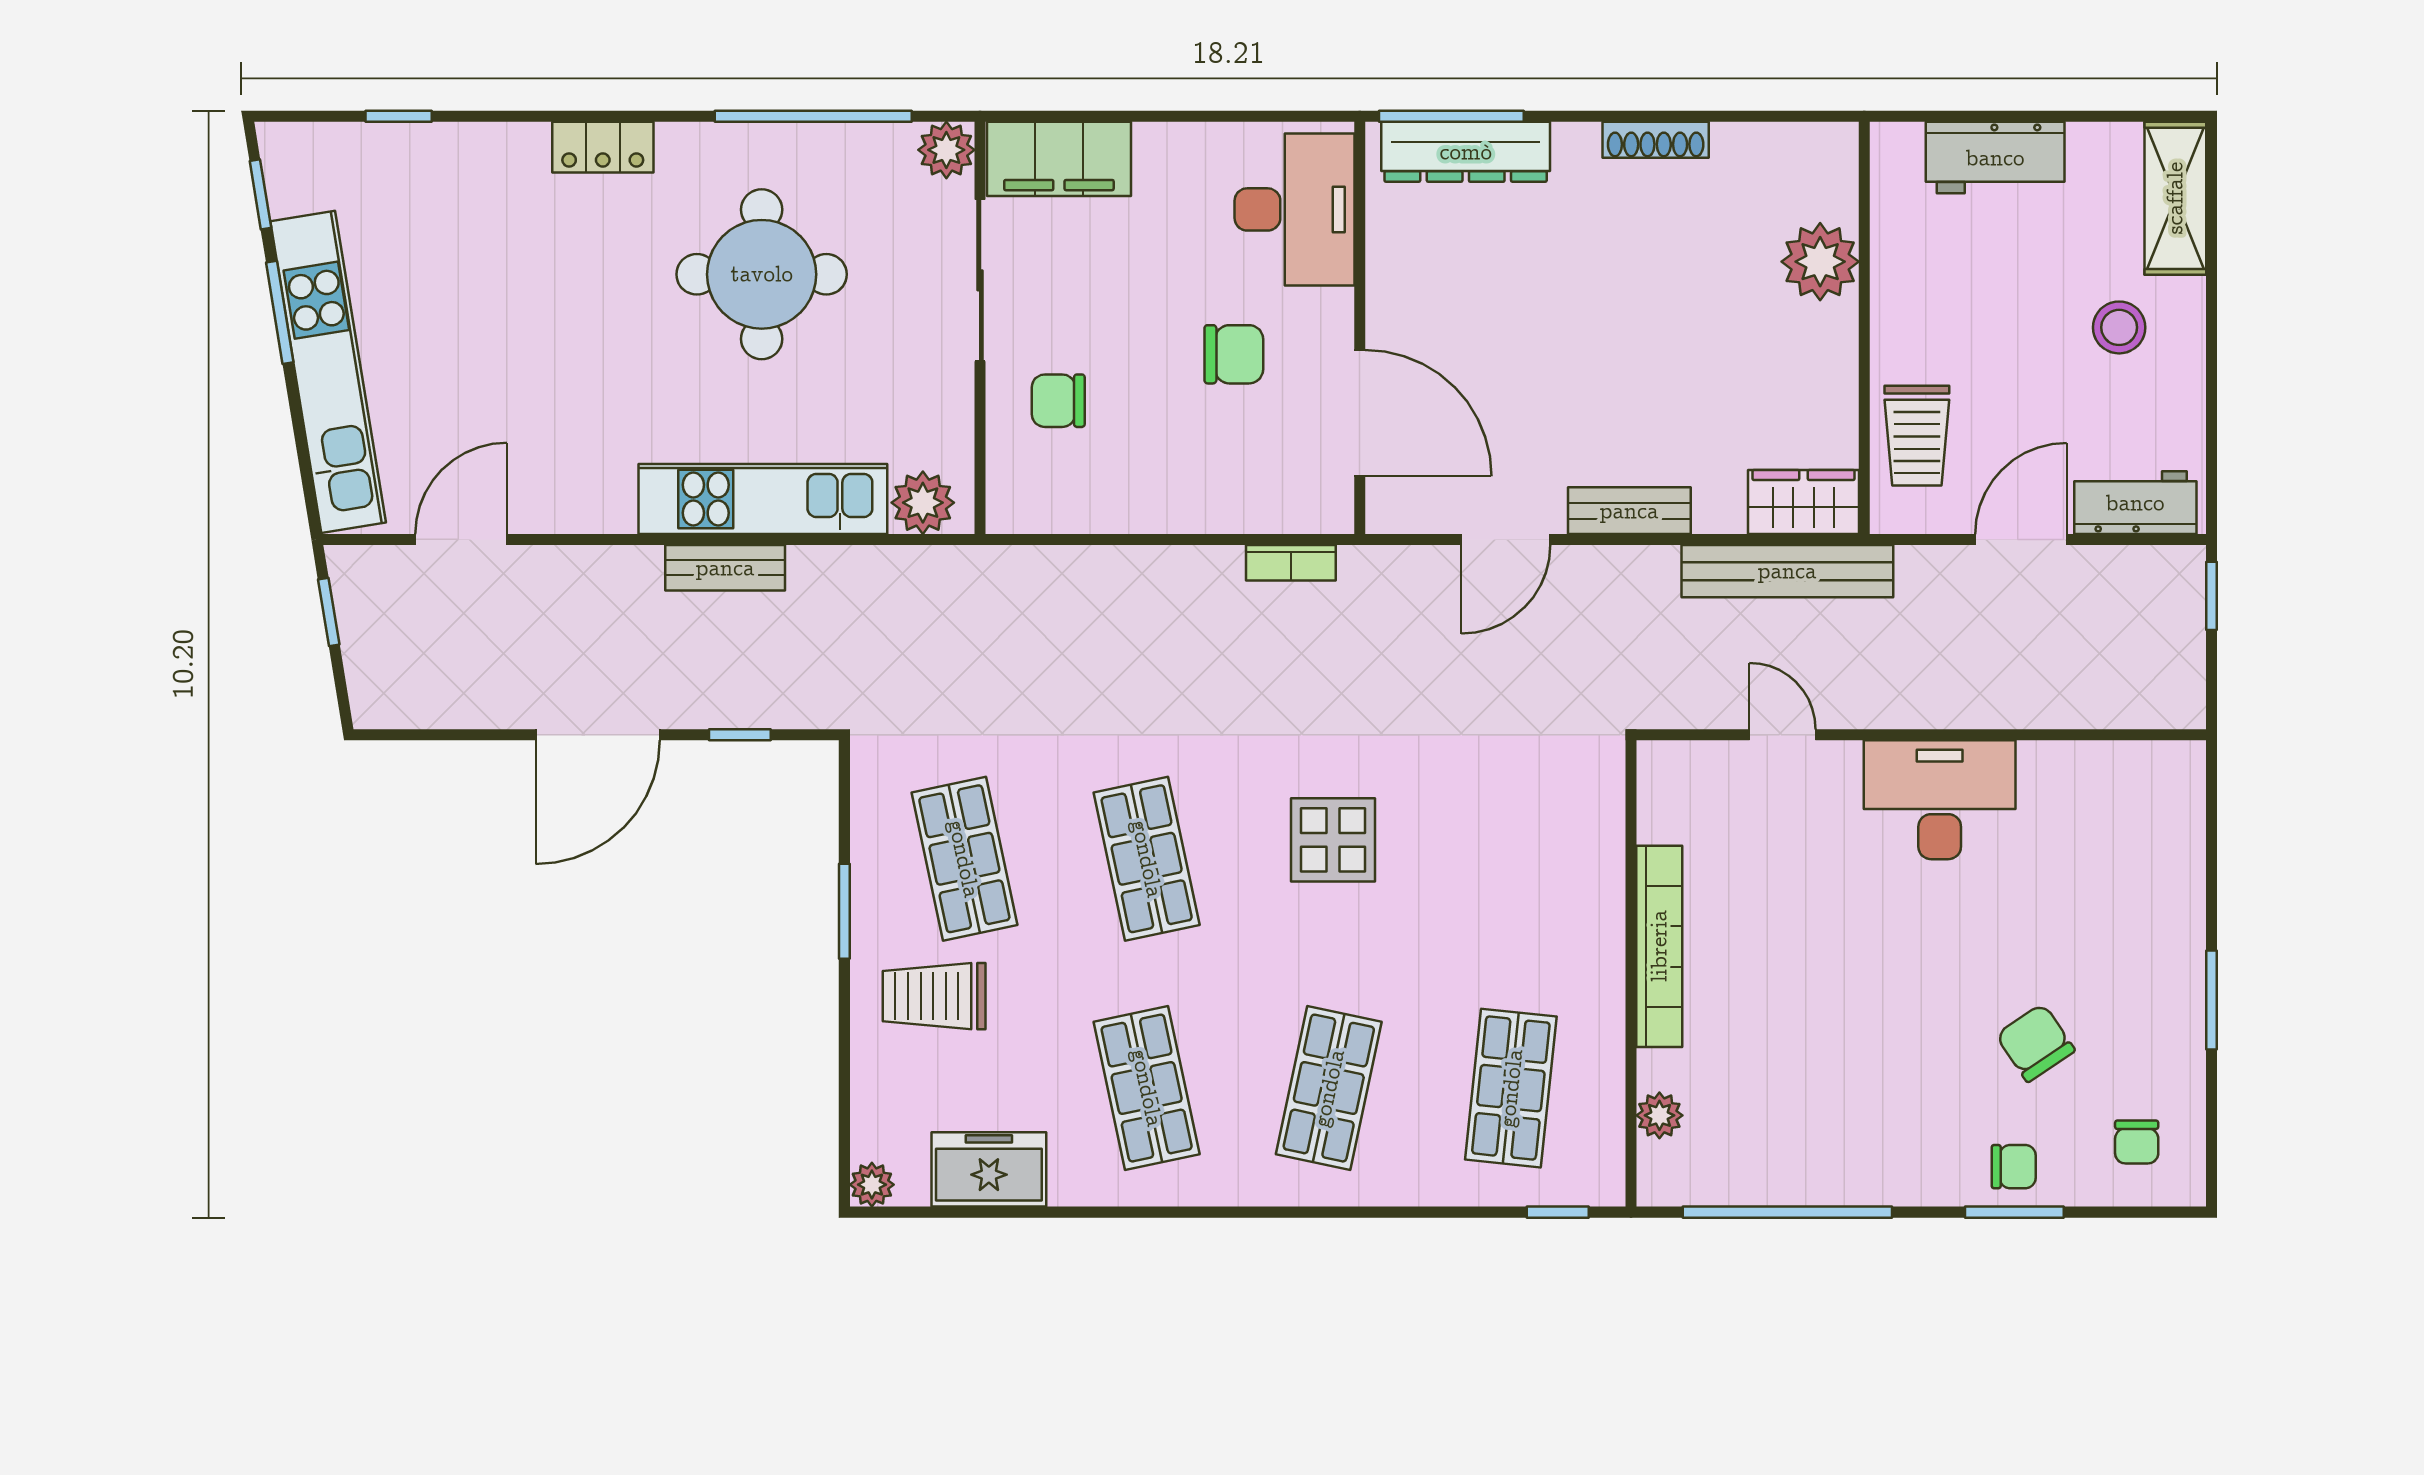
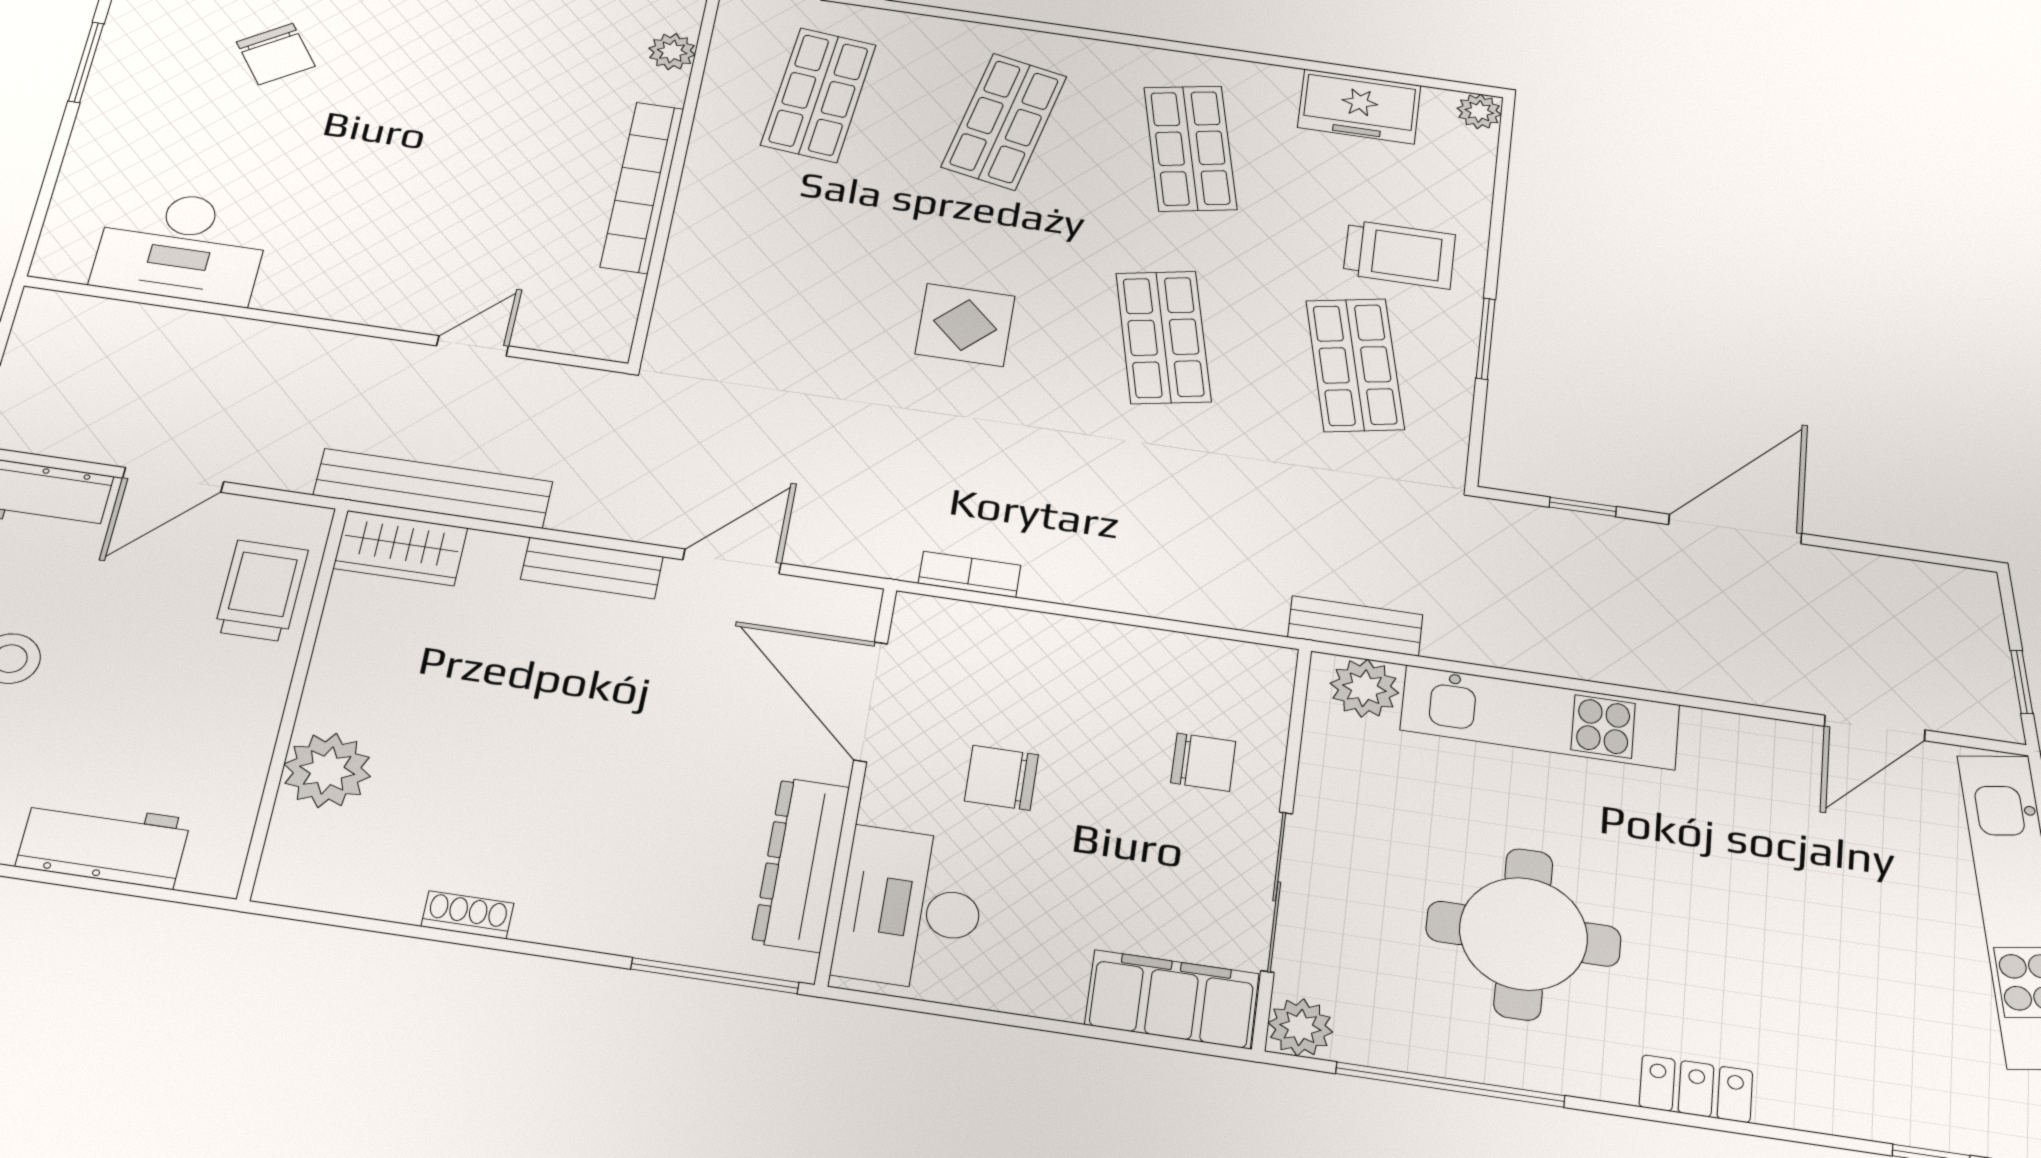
shoe rack: (1656, 140) -> (467, 915), width x0.70
dresser: (1466, 152) -> (801, 864), moved, turned -90
bench: (725, 568) -> (1355, 626), moved
door: (1783, 735) -> (473, 346), swing flipped
desk: (1940, 800) -> (182, 247), moved

